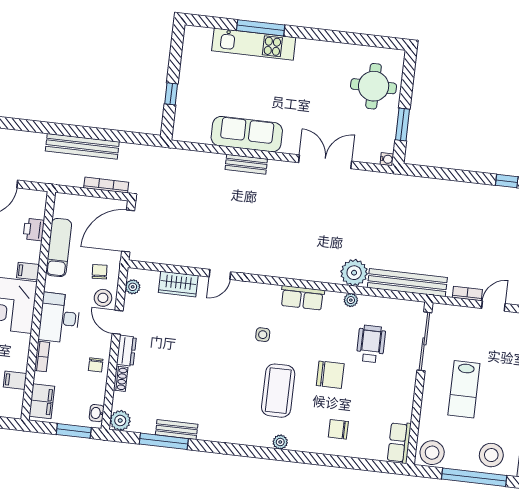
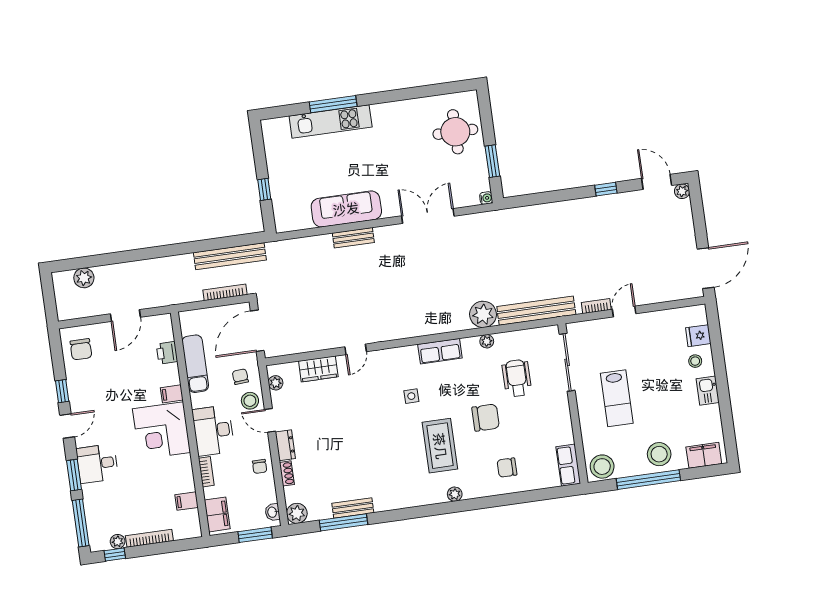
bench: (82, 146) -> (230, 256), moved

